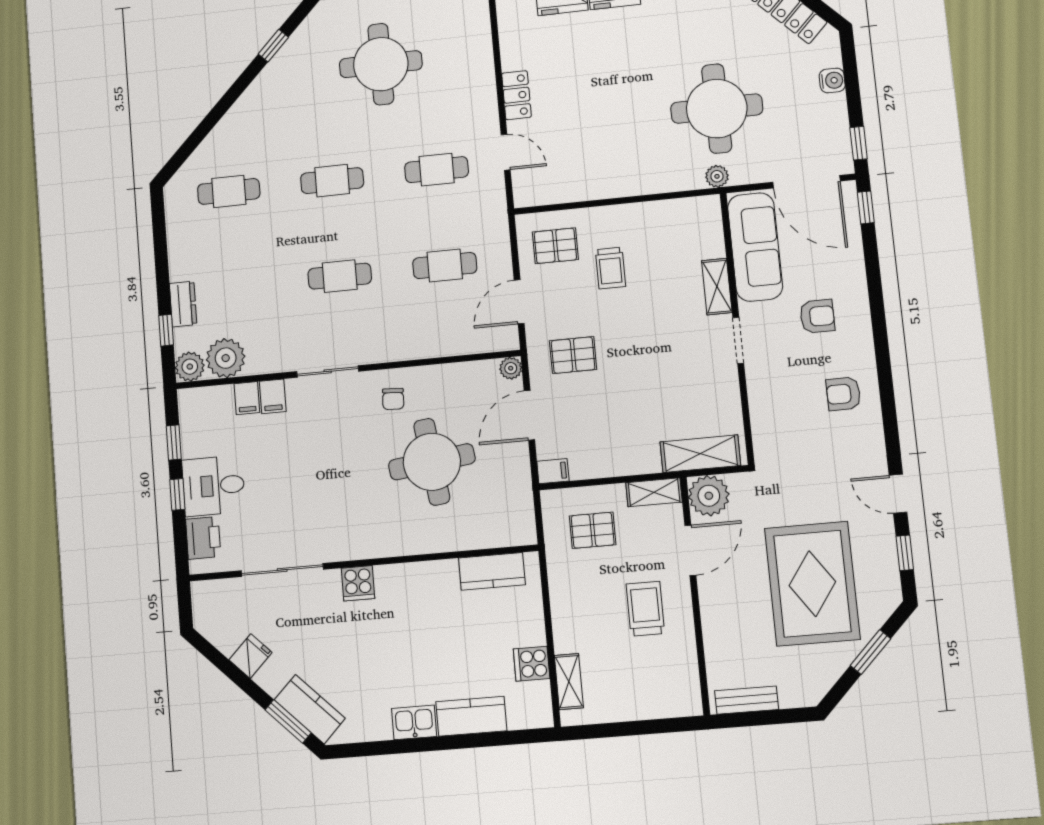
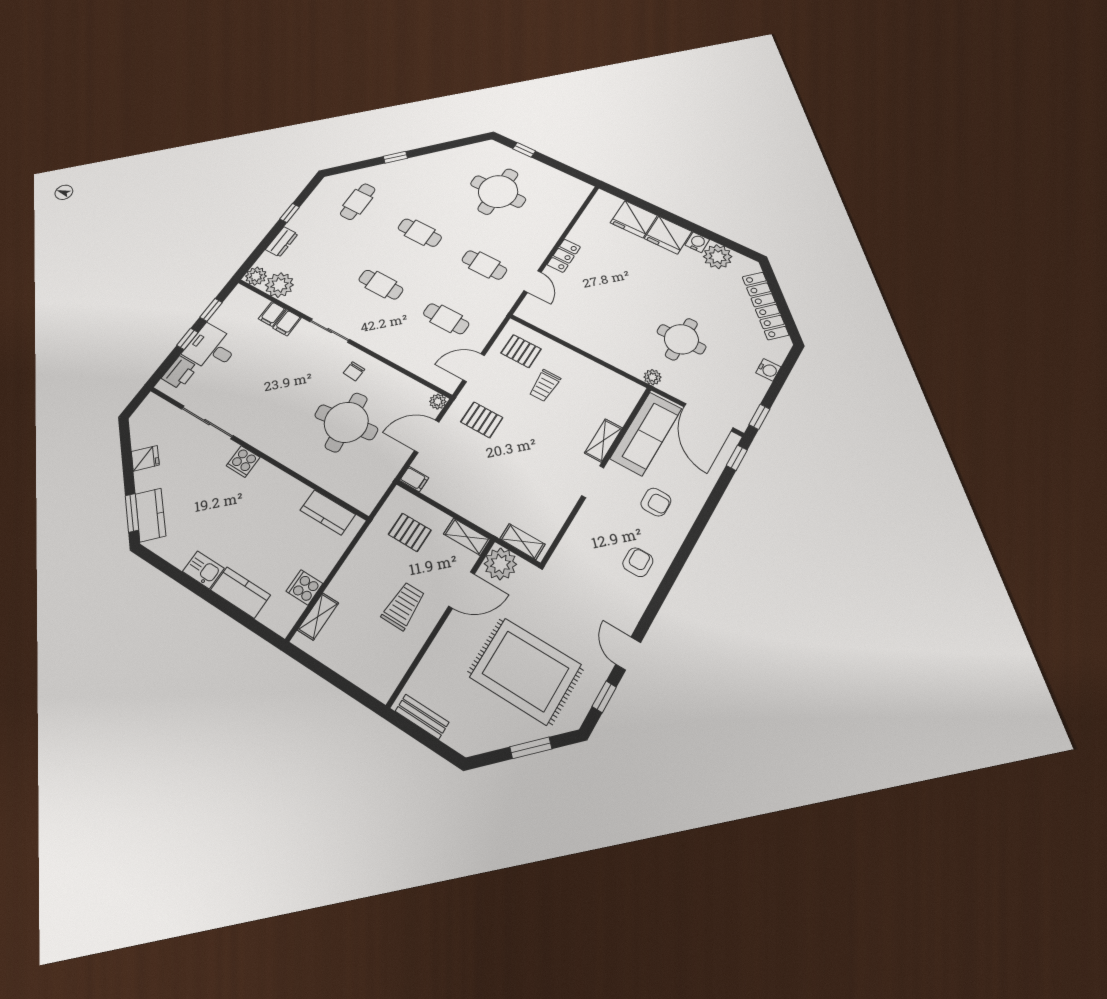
window: (273, 46) -> (395, 157), moved
round table: (717, 109) -> (681, 339), width x0.73, depth x0.73
cafe table: (229, 191) -> (358, 202), turned 90
window: (166, 330) -> (290, 213), moved
armchair: (843, 394) -> (638, 562), turned 90
shelving: (700, 454) -> (522, 542), width x0.67, depth x0.75
rug: (812, 584) -> (525, 671), turned 90

